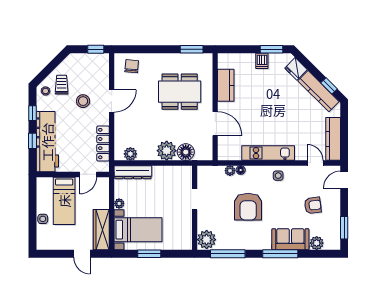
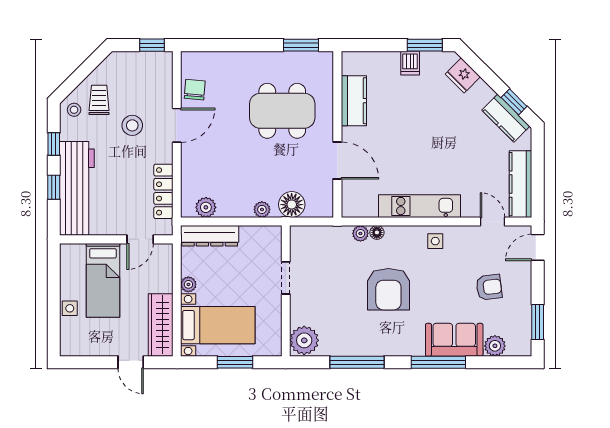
chair: (132, 66) -> (195, 90), moved
kitchen counter: (318, 91) -> (506, 118), width x0.67
plant: (167, 151) -> (262, 209), width x0.53, depth x0.53
doorway: (195, 199) -> (286, 278), moved
wall: (195, 208) -> (286, 291), moved
plant: (207, 240) -> (304, 340), moved

